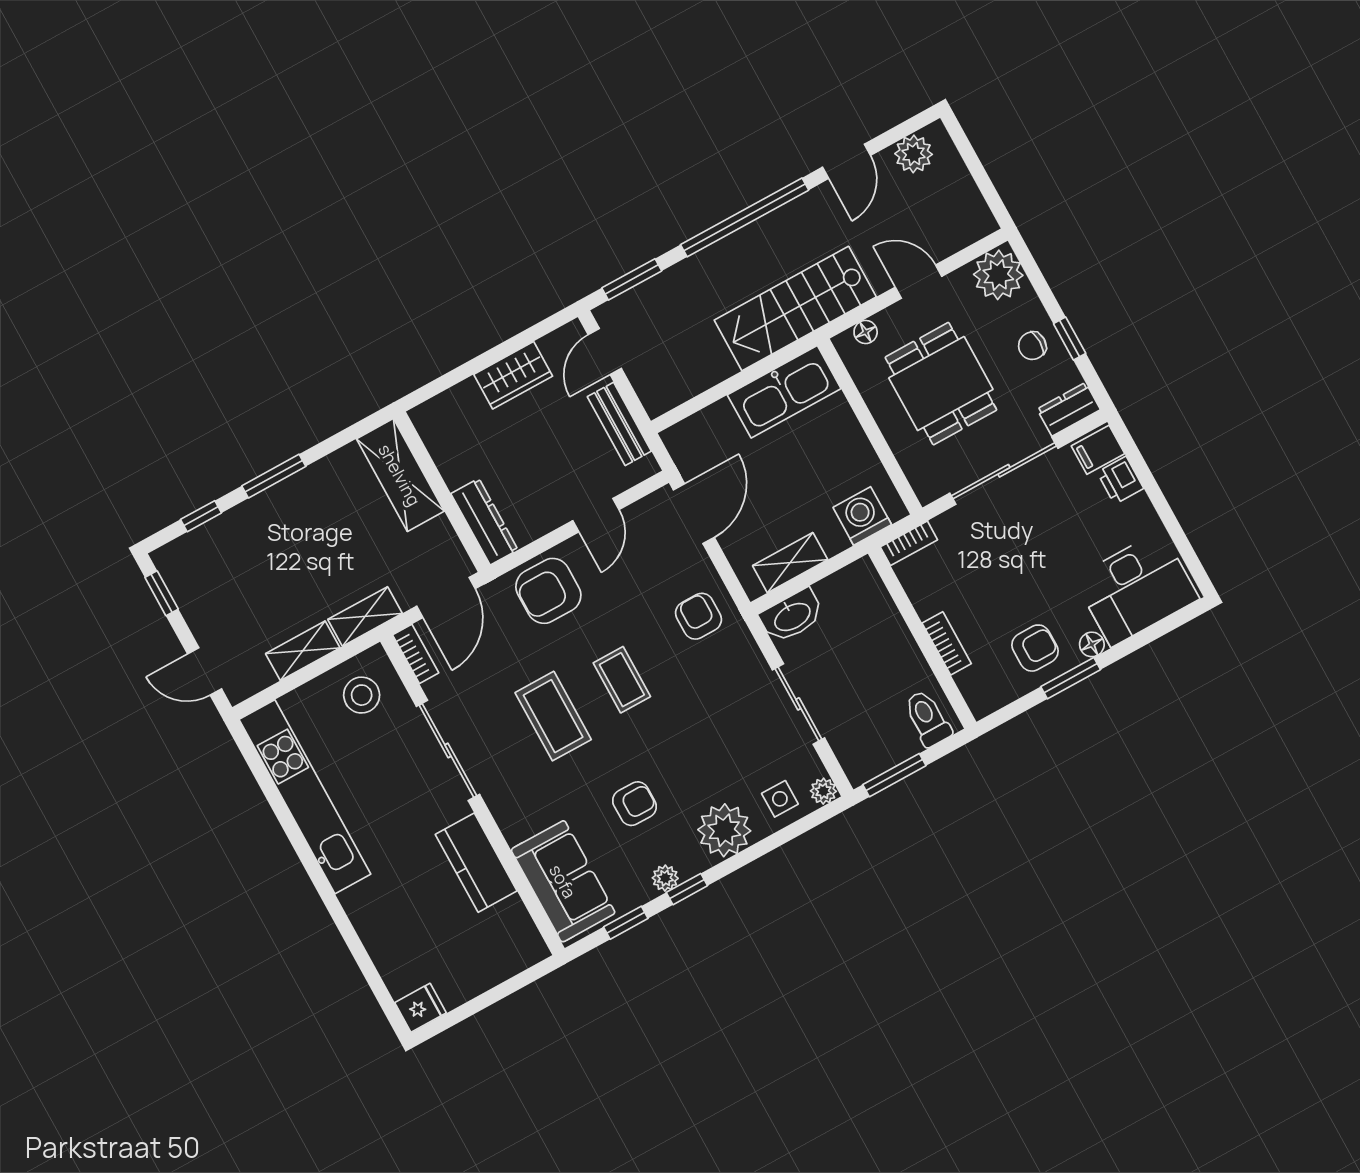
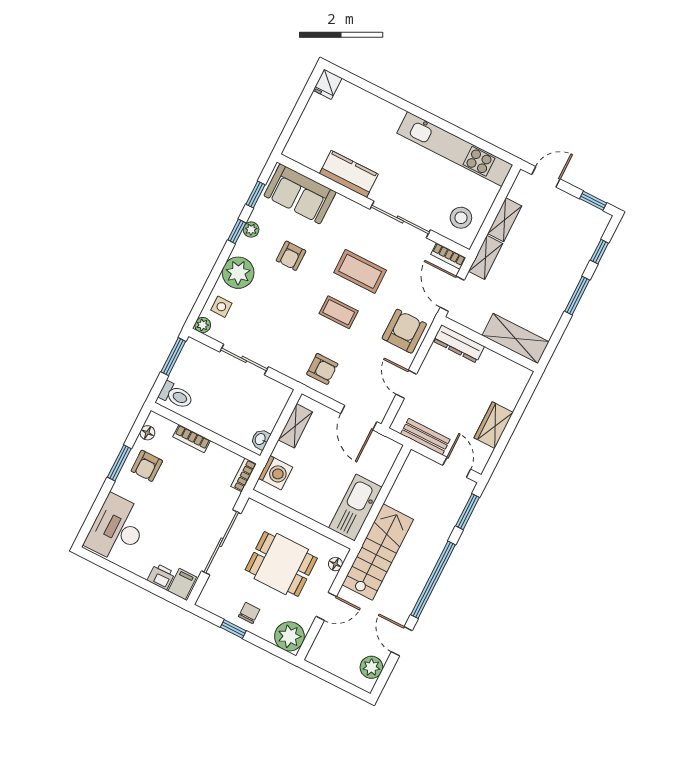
dresser: (1069, 409) -> (210, 594), removed
washbasin: (792, 616) -> (261, 439), moved, width x0.52, depth x0.69
floor lamp: (1092, 644) -> (147, 433), moved

